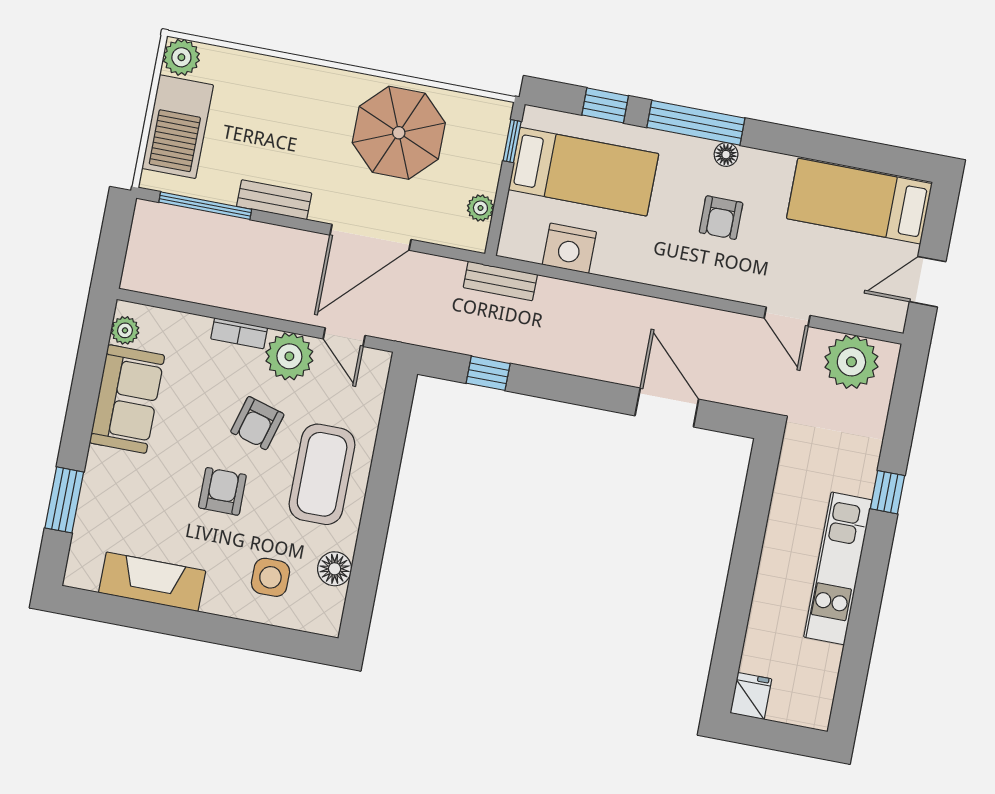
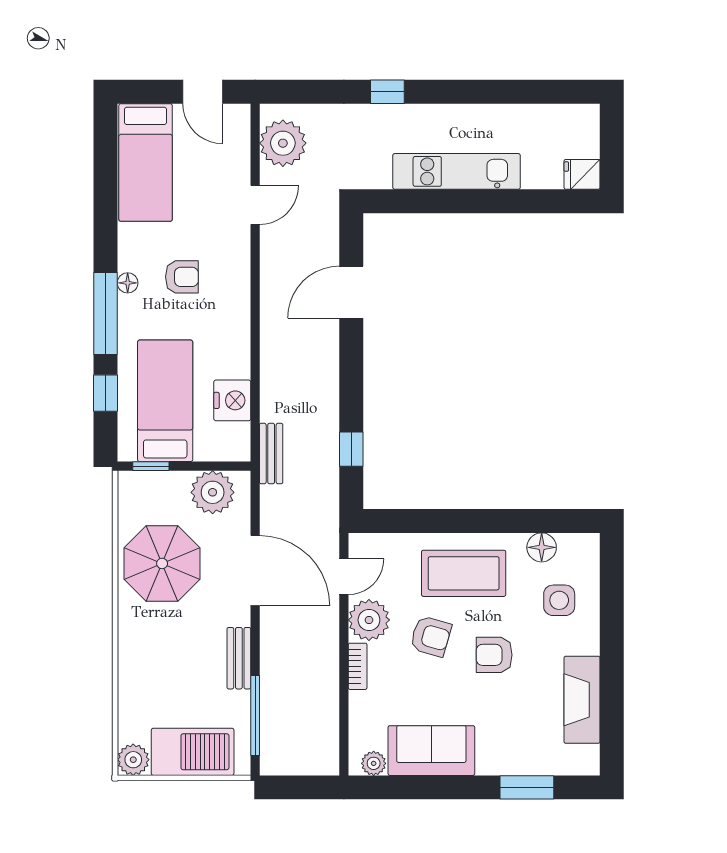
plant: (480, 208) -> (213, 492), width x1.88, depth x1.88
kitchen unit: (838, 568) -> (457, 171), moved, turned 180

